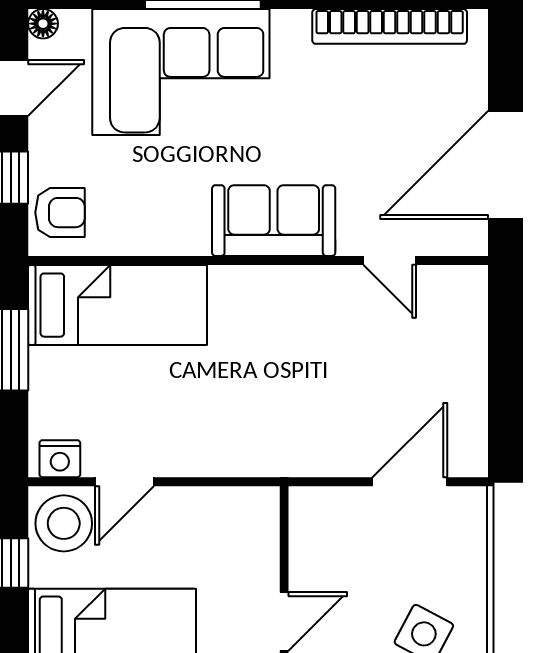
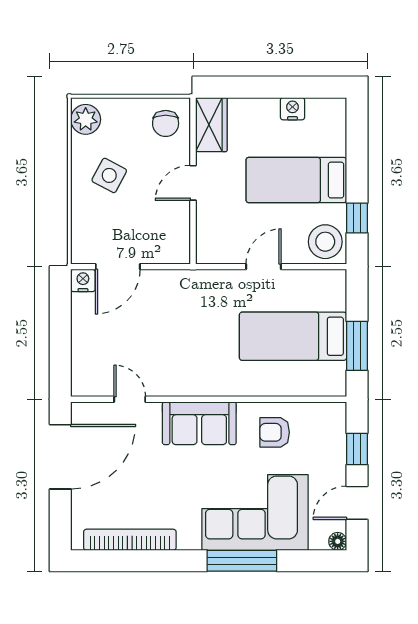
armchair: (60, 213) -> (275, 432), moved
bed: (117, 305) -> (293, 336), moved
nightstand: (60, 459) -> (83, 280), moved
door: (125, 482) -> (264, 267), moved

